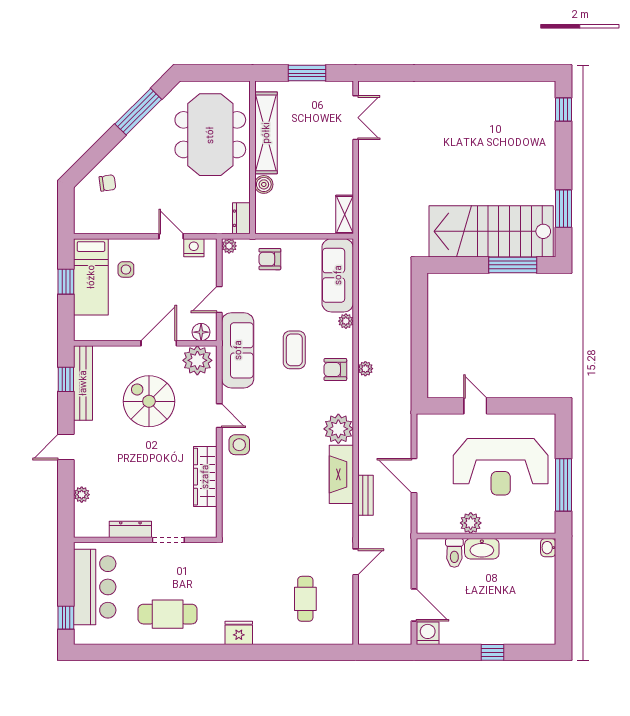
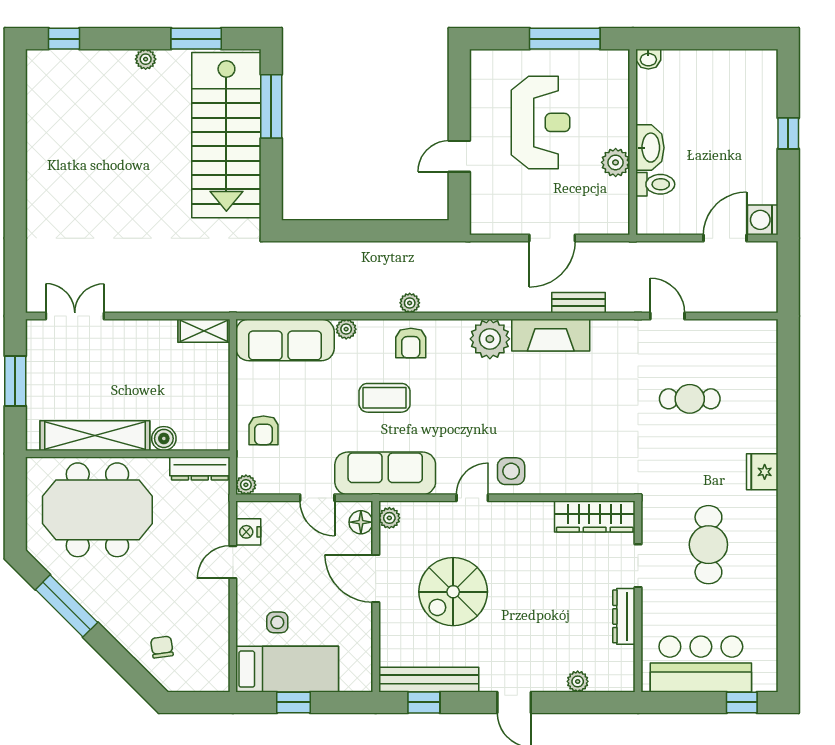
plant: (548, 171) -> (146, 59), added
dresser: (241, 218) -> (200, 468), width x1.44
plant: (197, 360) -> (389, 518), width x0.53, depth x0.53
reception desk: (501, 467) -> (541, 122), width x0.74, depth x0.77
wardrobe: (205, 477) -> (595, 516), moved
cafe table: (305, 599) -> (690, 399), moved
cafe table: (168, 614) -> (708, 545), moved

